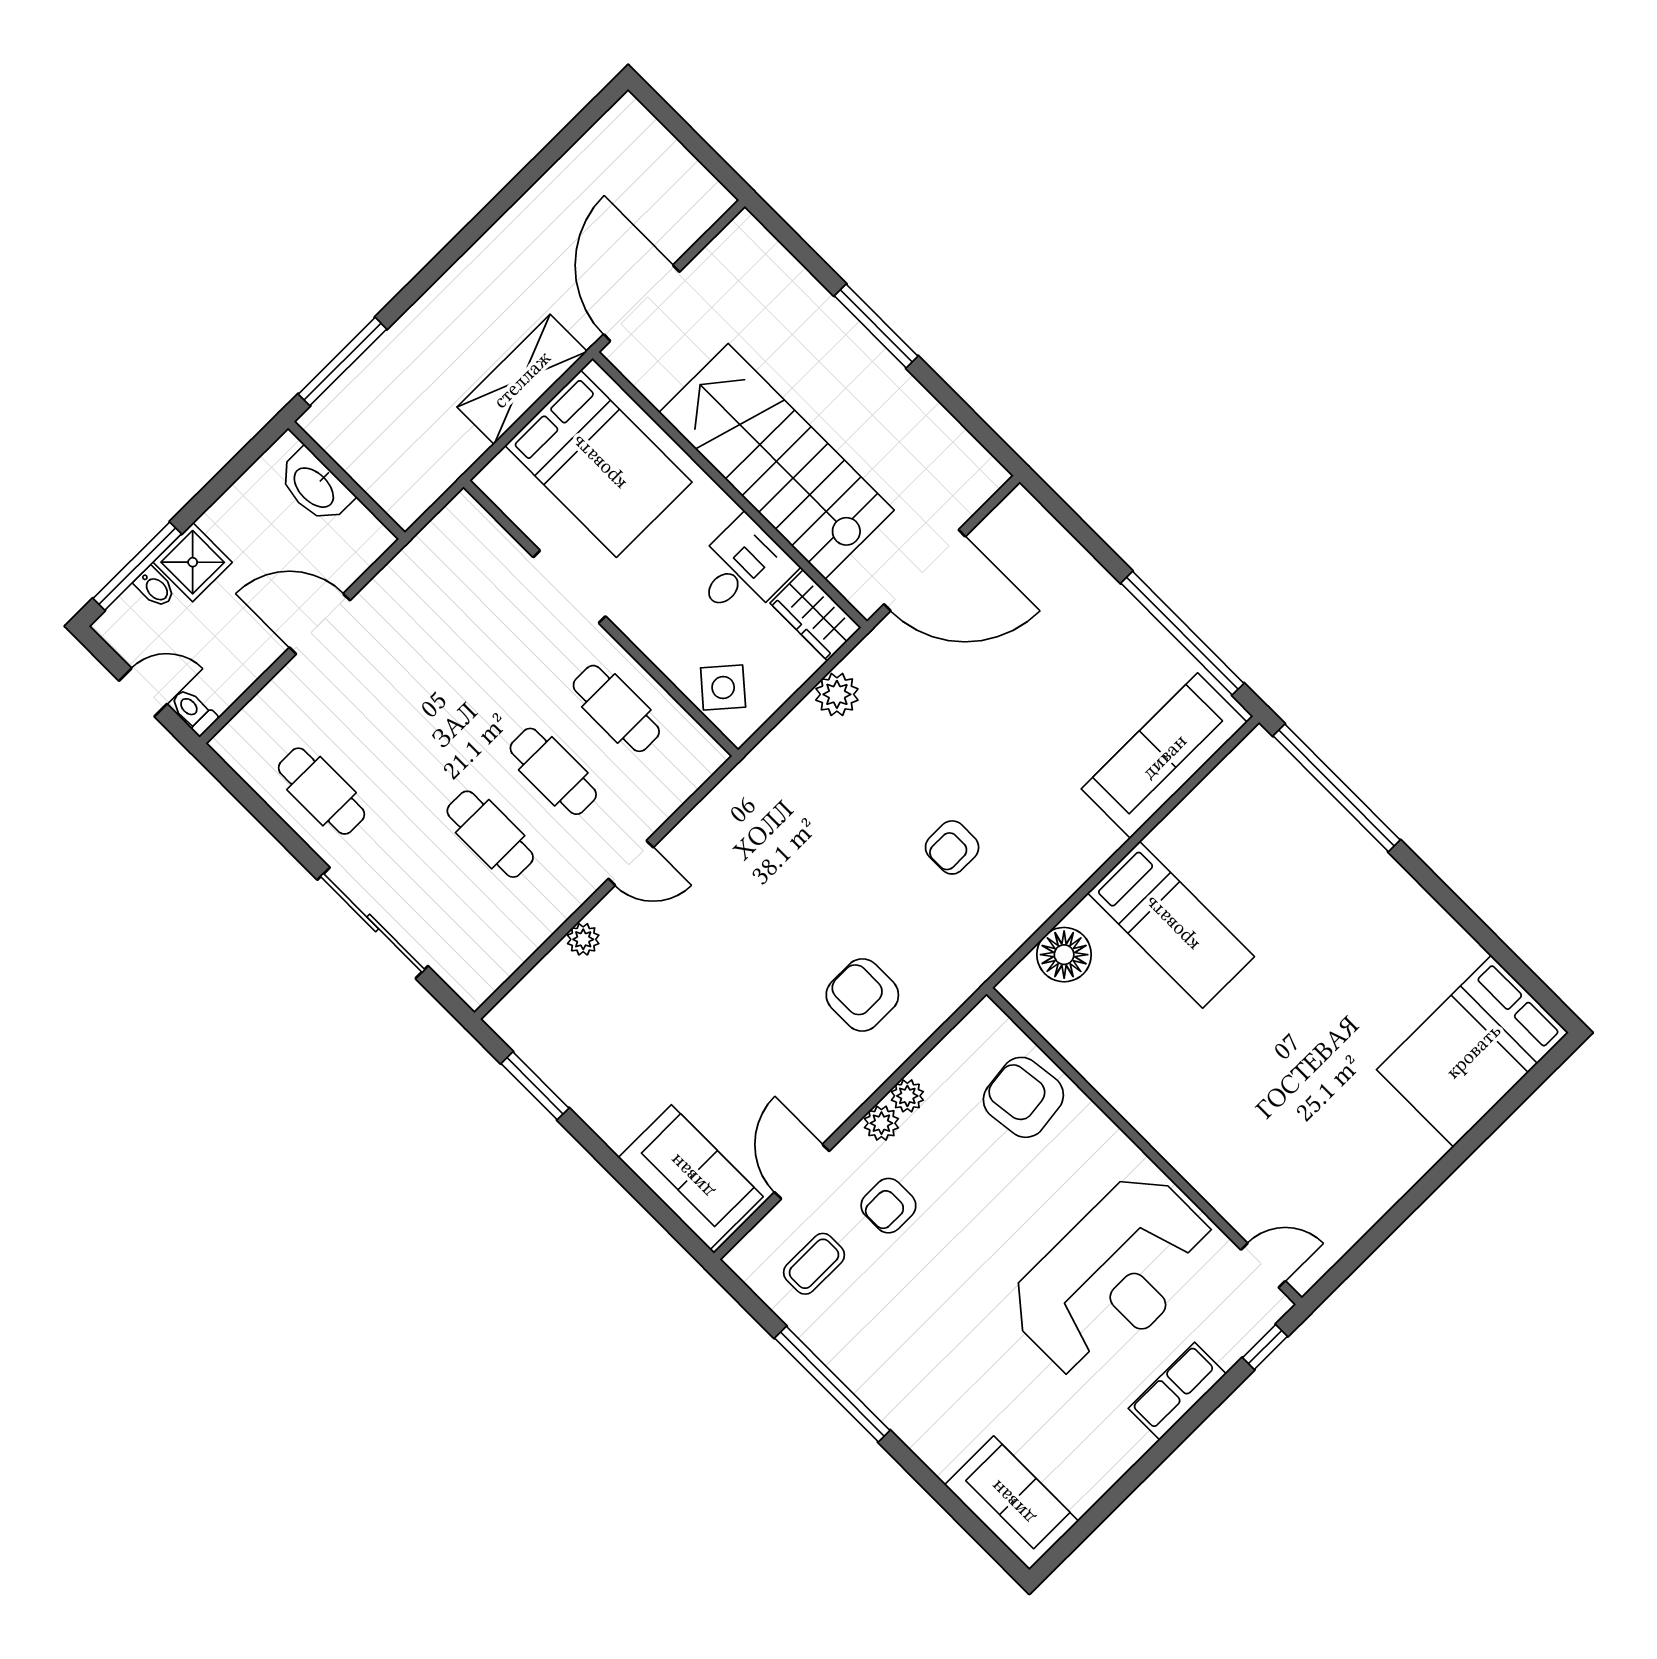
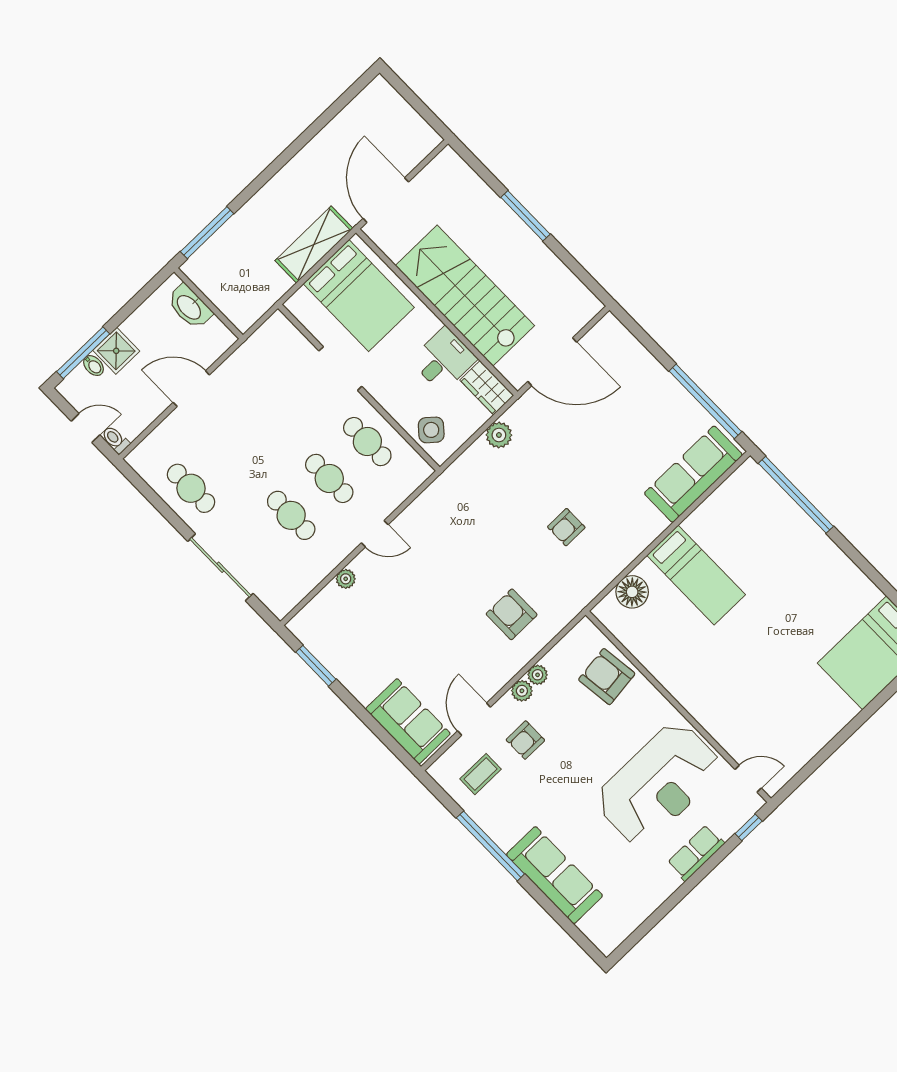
sofa: (1012, 1503) -> (554, 875), moved, width x1.36

